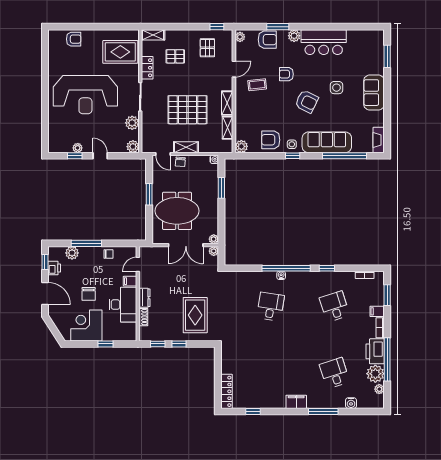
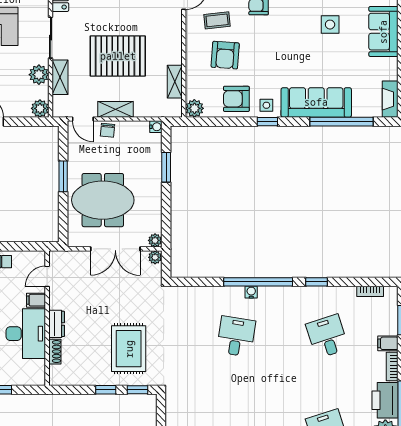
armchair: (307, 102) -> (225, 55), moved, turned 68
shelving: (227, 103) -> (60, 77), moved
window: (158, 344) -> (138, 390), moved

